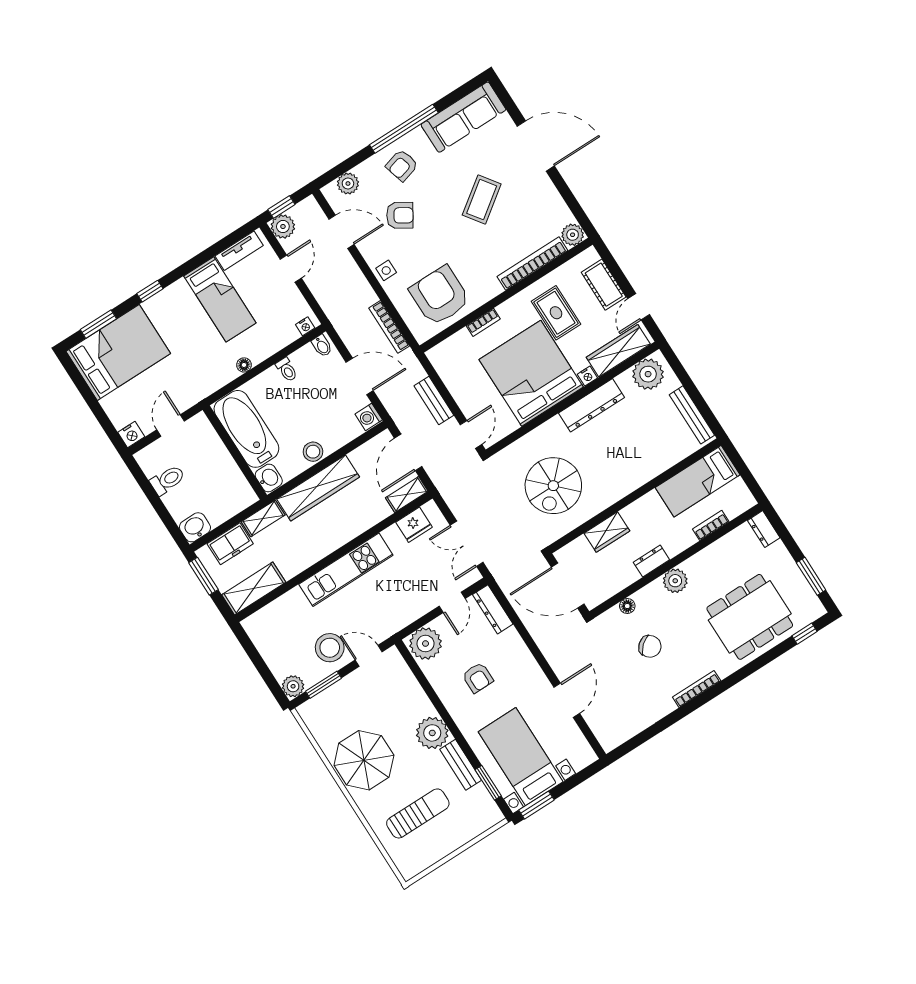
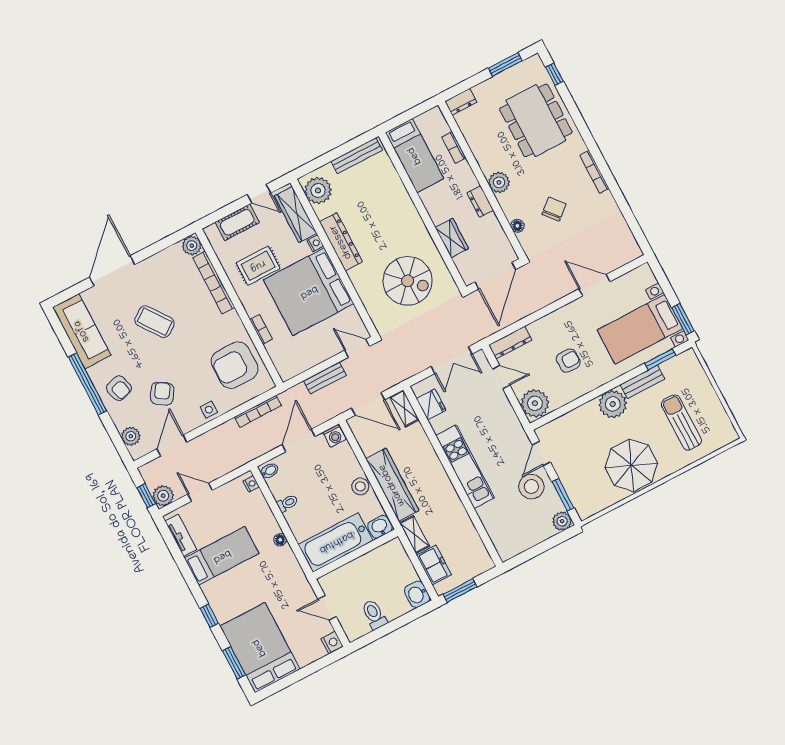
shelving: (254, 588) -> (474, 548), removed

